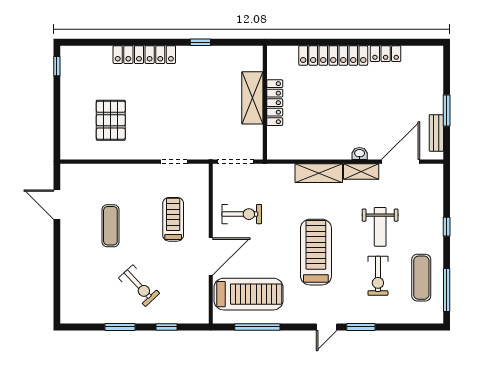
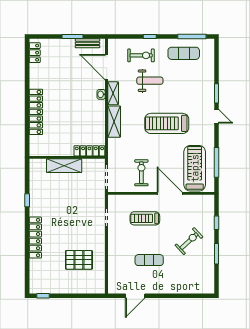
locker: (386, 54) -> (35, 53), moved
locker: (275, 103) -> (89, 151), moved
exercise bike: (378, 276) -> (141, 55), moved

